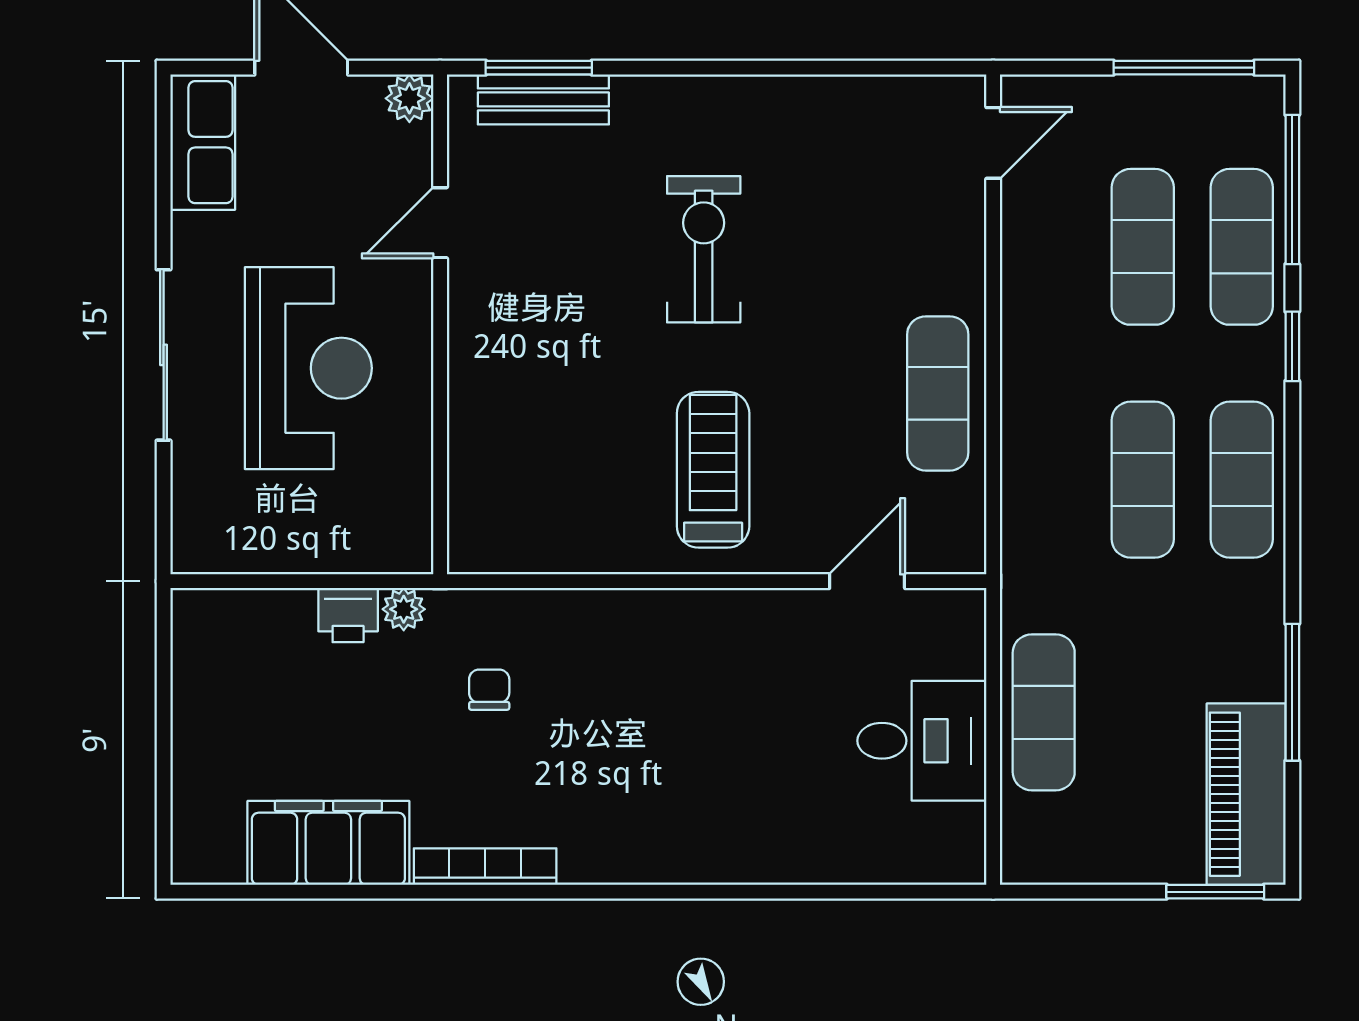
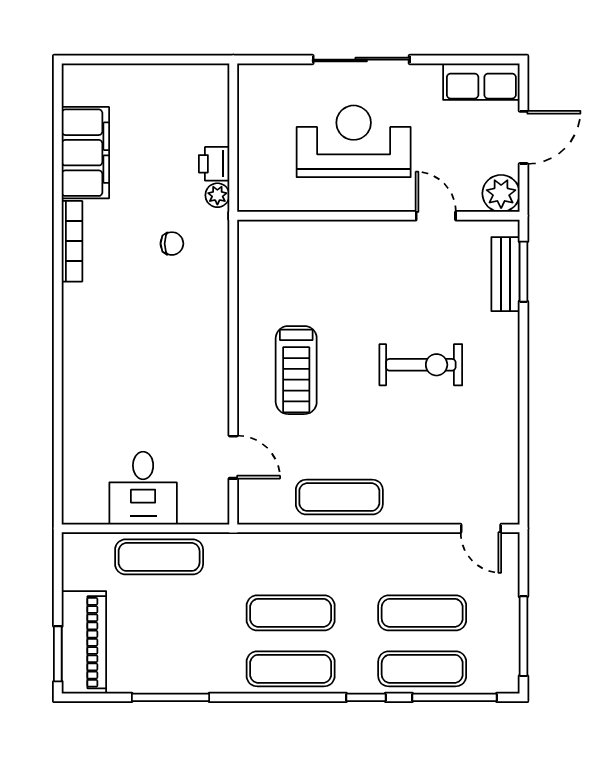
plant: (409, 98) -> (501, 193), width x1.38, depth x1.38
reception desk: (308, 368) -> (354, 141), turned 180
treadmill: (713, 470) -> (296, 370), turned 90
piano: (1246, 794) -> (84, 642), moved, turned 90

